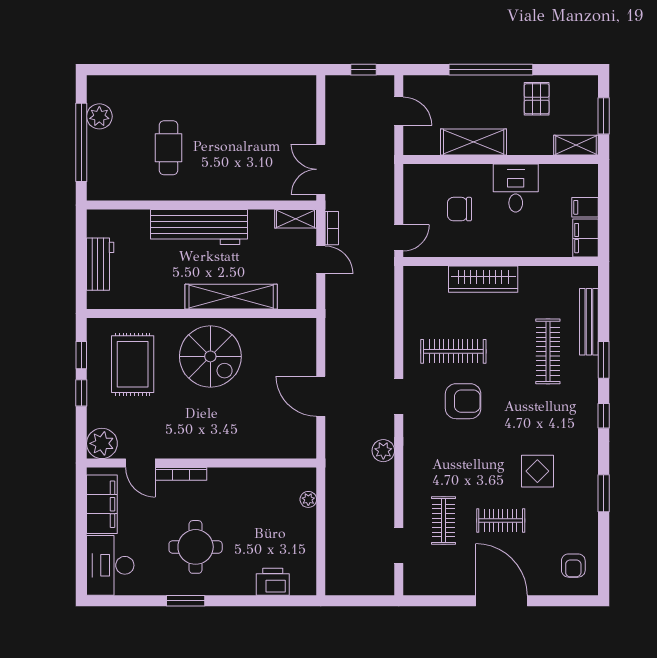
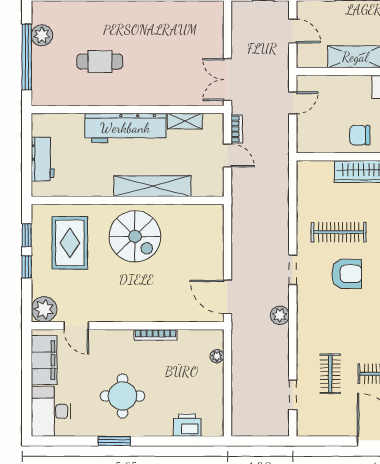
cafe table: (168, 148) -> (100, 62), turned 90
chair: (460, 209) -> (360, 135), moved
shelving: (296, 219) -> (185, 121), moved
door: (399, 238) -> (293, 103), moved
door: (321, 396) -> (227, 297), moved
bookcase: (181, 474) -> (155, 335), moved

